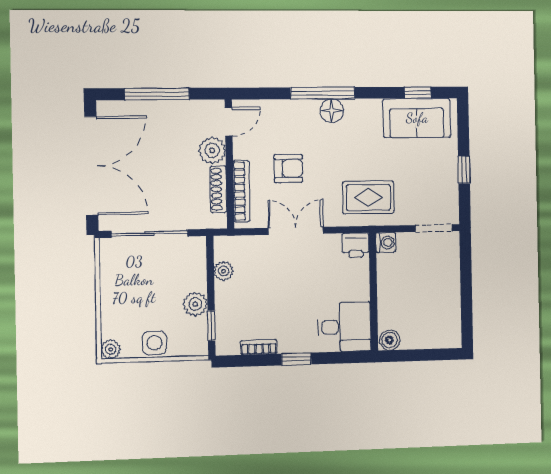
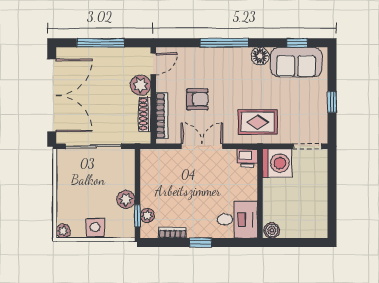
floor lamp: (332, 111) -> (260, 56), moved
washing machine: (386, 243) -> (277, 163), width x1.89, depth x1.89
plant: (224, 271) -> (147, 216), moved

